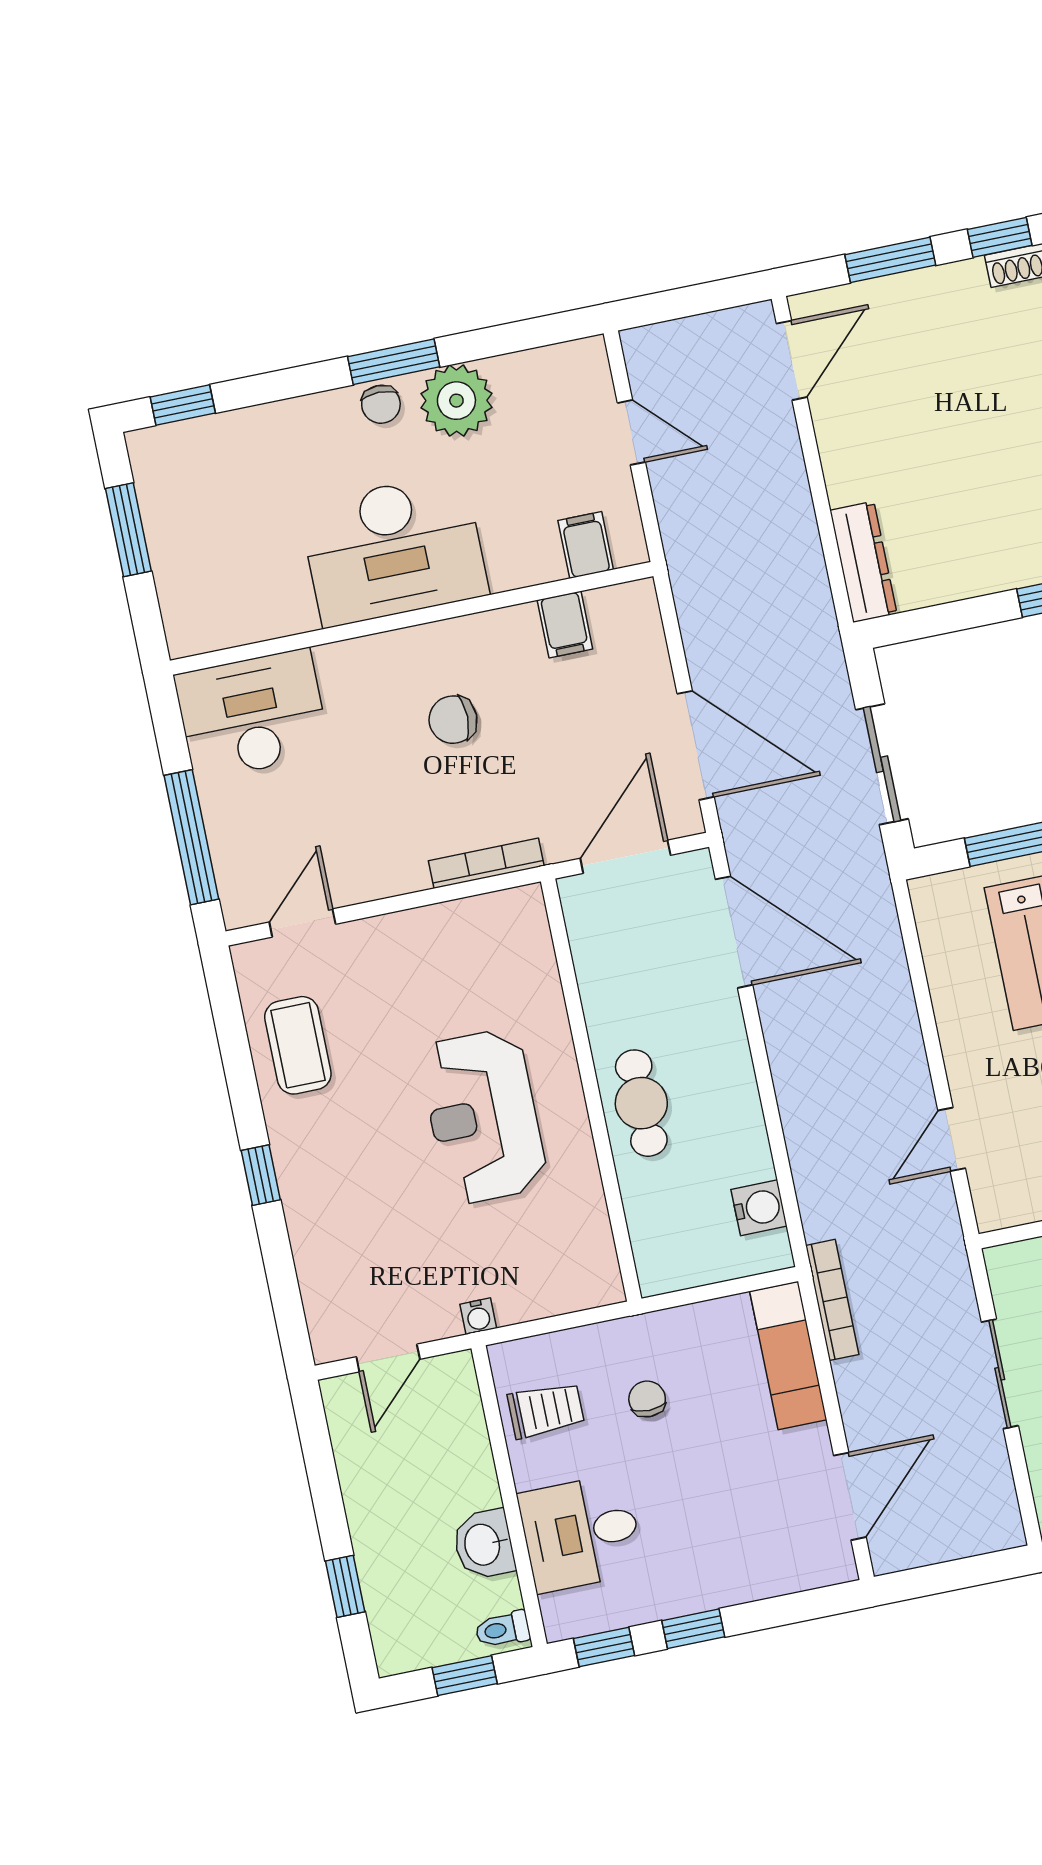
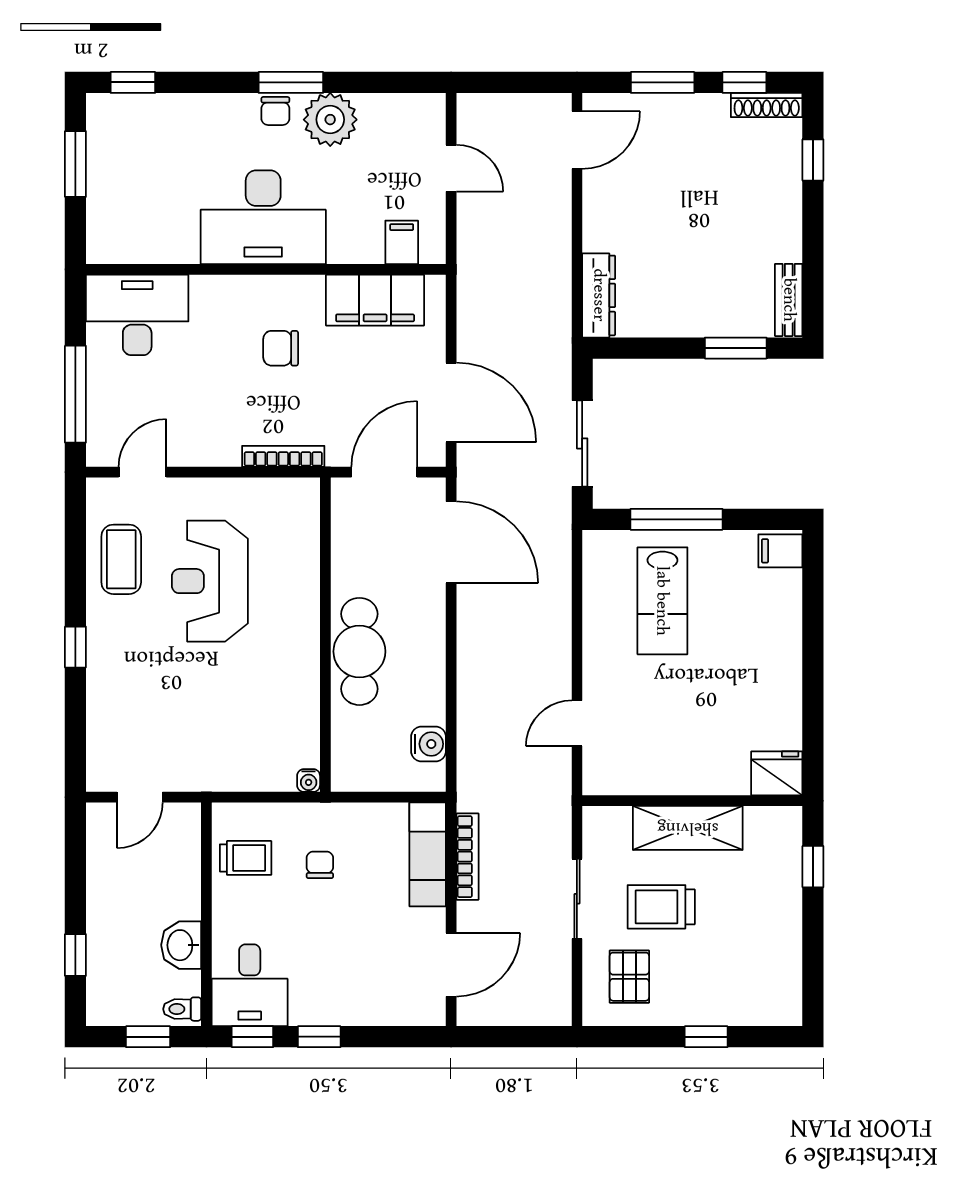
filing cabinet: (565, 625) -> (375, 300), width x3.00, depth x1.17
cafe table: (641, 1103) -> (359, 651), width x1.37, depth x1.35
reception desk: (483, 1116) -> (210, 581), moved
bookcase: (832, 1300) -> (467, 857), moved
water cooler: (478, 1316) -> (309, 781), moved
desk: (581, 1533) -> (250, 985), moved, turned -90

